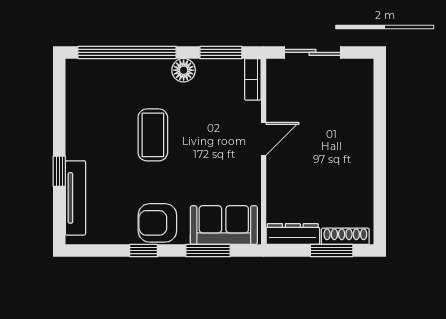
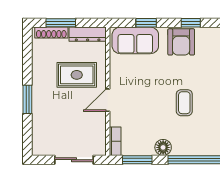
coffee table: (153, 135) -> (184, 103), width x0.73, depth x0.77
window: (380, 140) -> (27, 99), added
rug: (308, 175) -> (77, 75), added
armchair: (157, 223) -> (181, 42), turned 90
window: (208, 251) -> (146, 23), width x0.67

